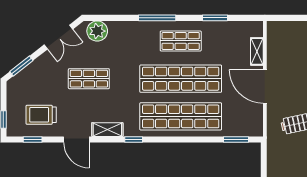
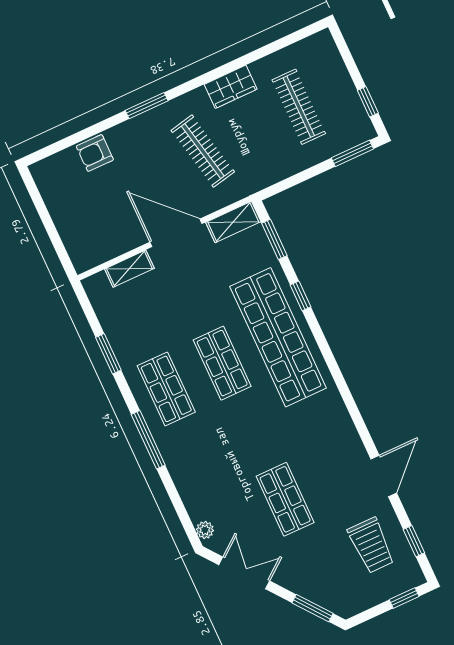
plant: (97, 31) -> (205, 530), width x0.53, depth x0.53
shop shelf: (181, 79) -> (222, 363), width x0.50, depth x0.74
door: (265, 86) -> (176, 233), swing flipped
shelving: (107, 130) -> (233, 222), moved, turned 90
window: (134, 139) -> (301, 296), moved

